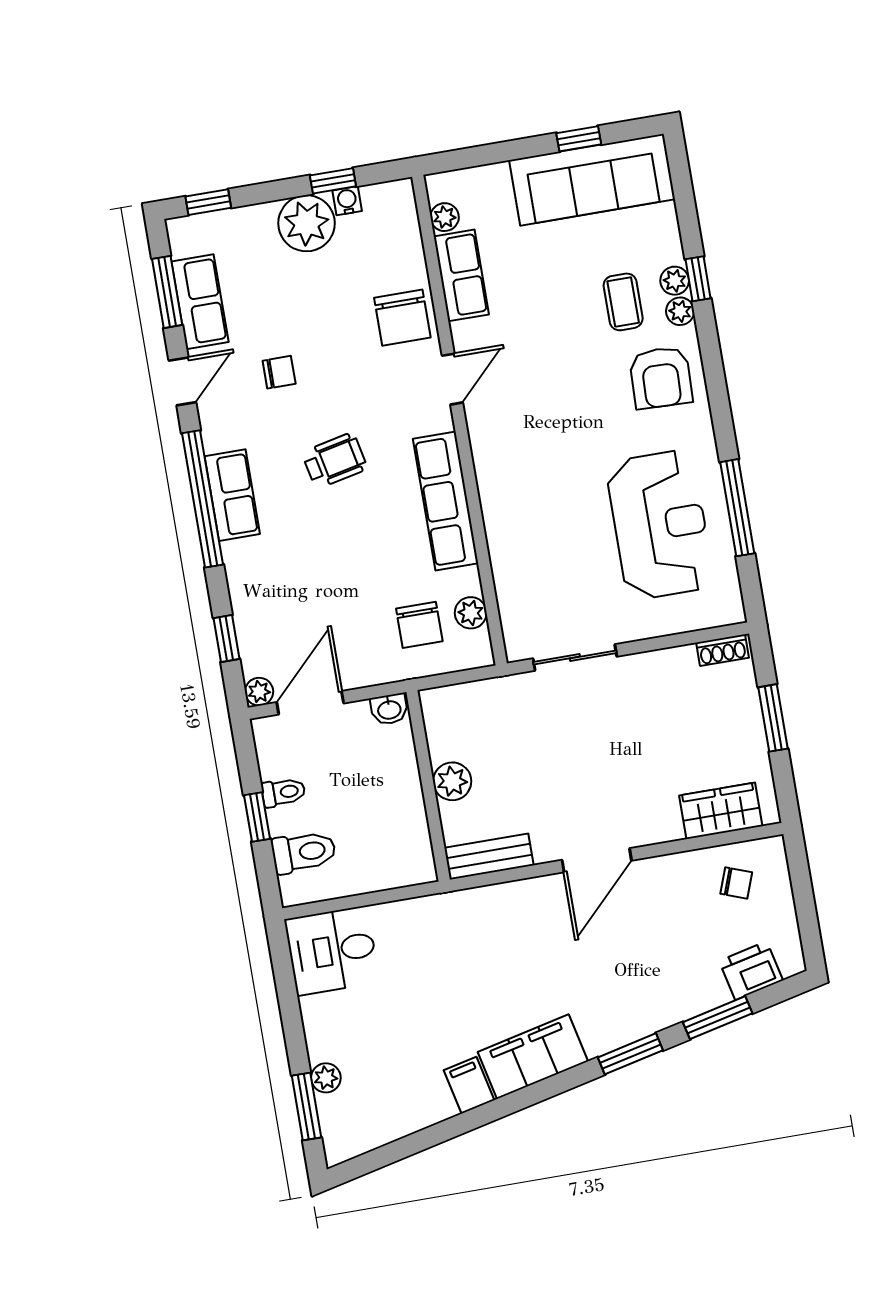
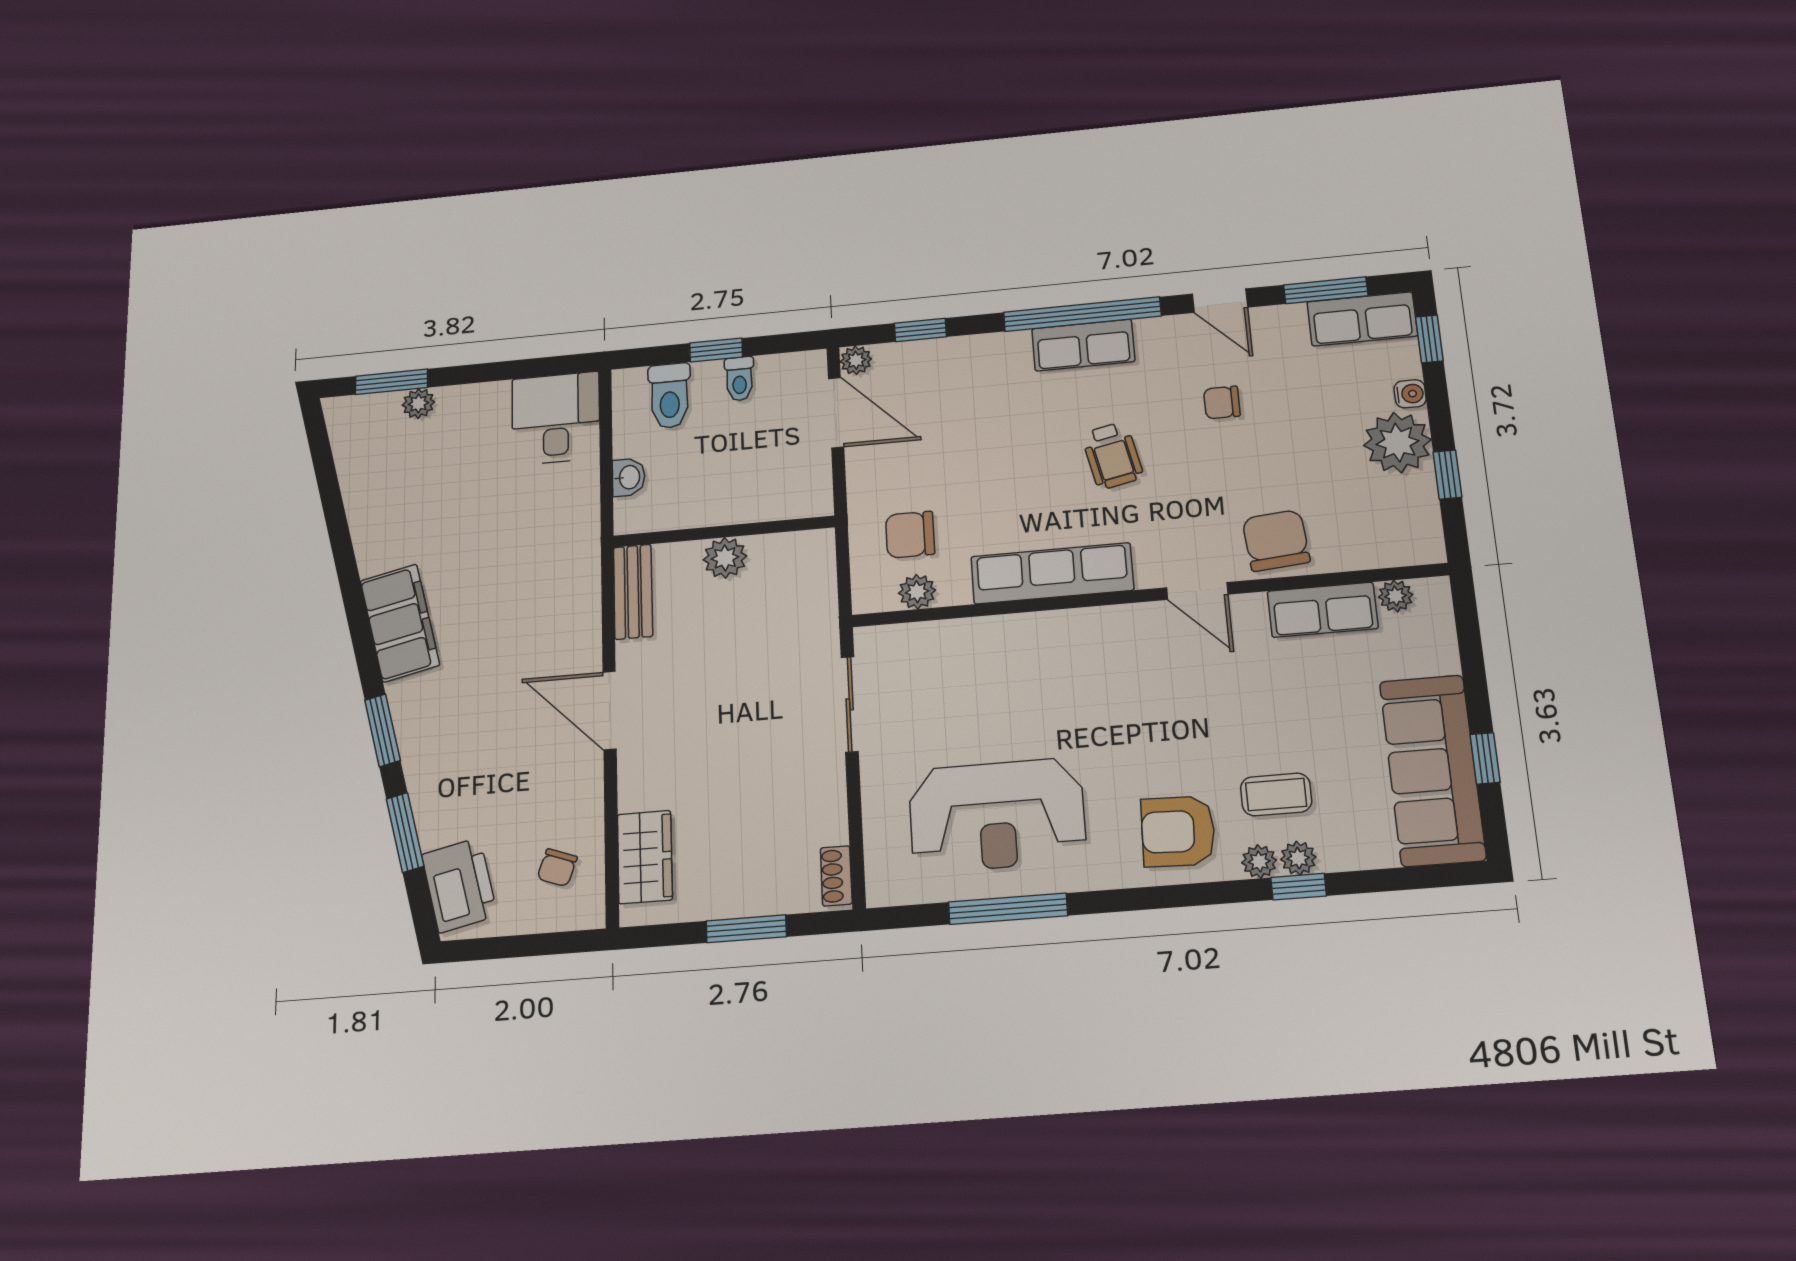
water cooler: (347, 201) -> (1410, 394), moved
row of seats: (200, 302) -> (1362, 319), moved
chair: (402, 318) -> (1276, 540), turned 85
chair: (279, 372) -> (1222, 402), turned 90
washbasin: (389, 709) -> (629, 477), moved, turned 180
printer: (751, 971) -> (459, 885), width x1.37, depth x1.19
filing cabinet: (469, 1085) -> (381, 552), removed

